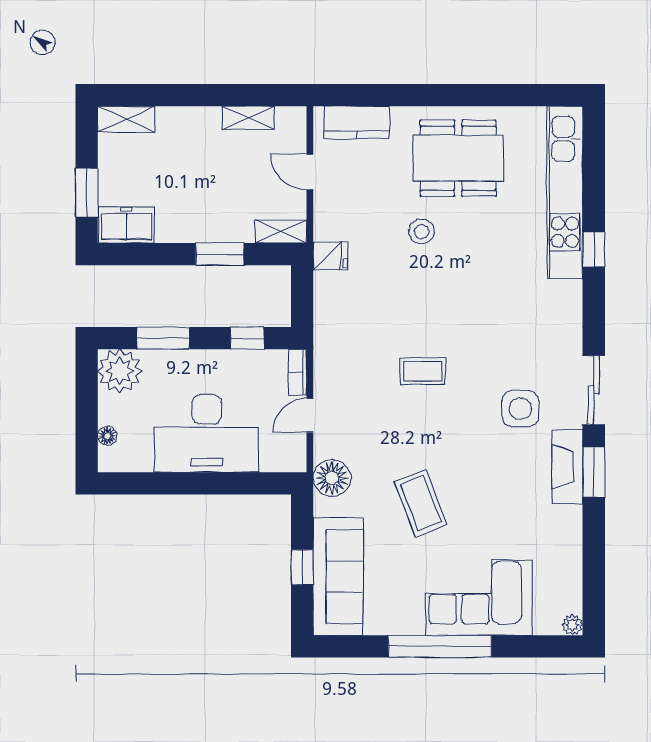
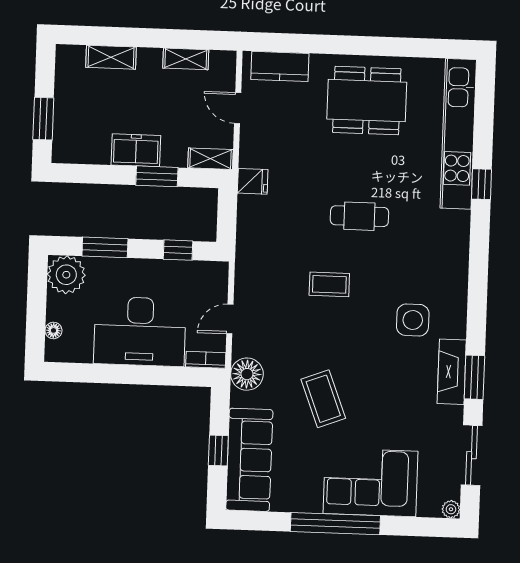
shelving: (126, 119) -> (111, 57), moved
freezer: (126, 225) -> (136, 150), moved
stool: (422, 232) -> (333, 163), removed
cafe table: (455, 291) -> (359, 216), added
bookcase: (297, 373) -> (206, 360), moved, turned 90
sliding door: (594, 390) -> (472, 455), moved

